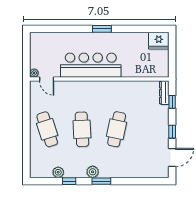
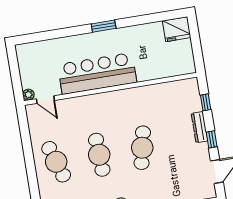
dresser: (164, 93) -> (200, 127), moved

